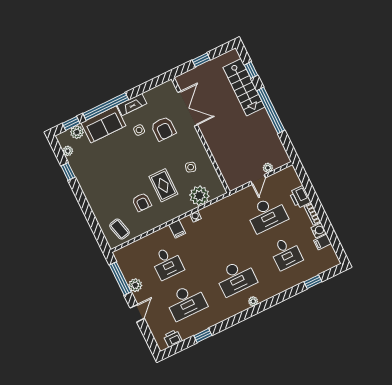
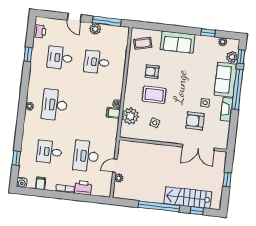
door: (258, 180) -> (115, 166), hinge flipped
sofa: (96, 195) -> (178, 42), added
filing cabinet: (177, 229) -> (113, 113), moved
water cooler: (319, 230) -> (22, 183), moved
desk: (186, 302) -> (60, 58), width x0.73

